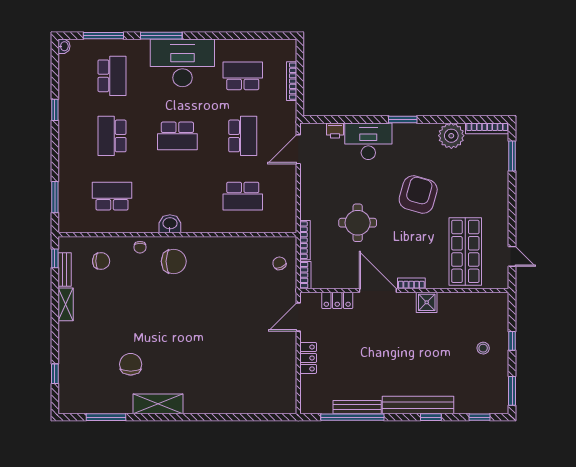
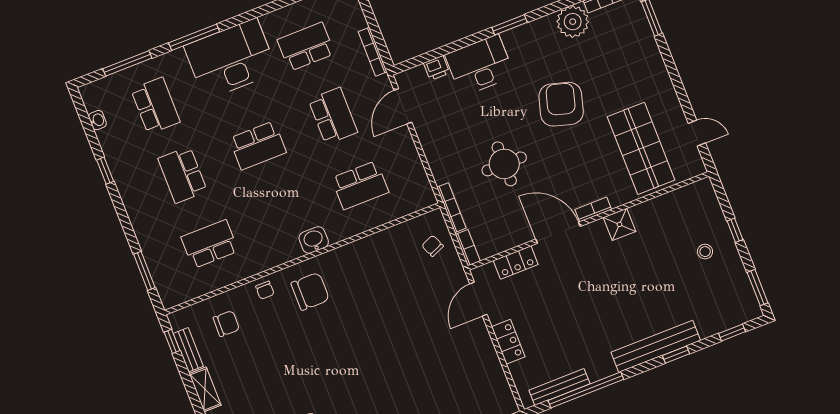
washbasin: (64, 46) -> (97, 120), moved
bookcase: (292, 81) -> (373, 52), moved
washbasin: (170, 224) -> (314, 240), moved
bench: (357, 407) -> (559, 387), moved

